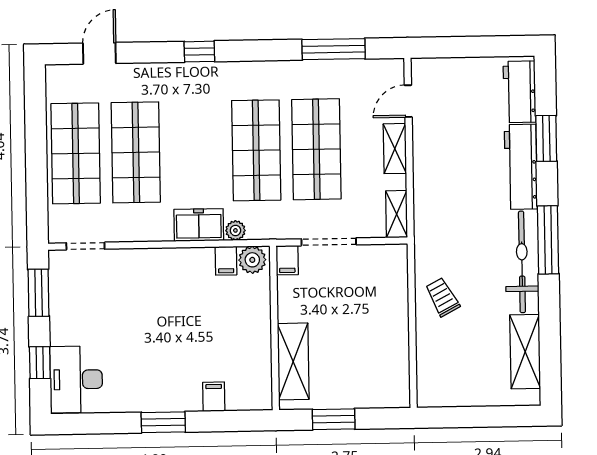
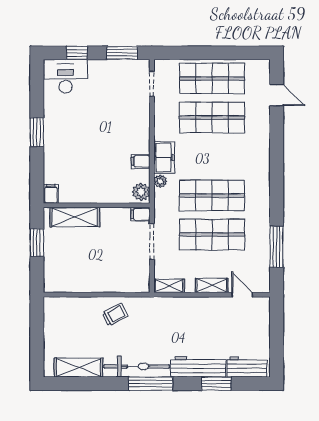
window: (199, 52) -> (277, 160), removed
filing cabinet: (226, 261) -> (141, 161), moved
filing cabinet: (214, 397) -> (51, 194), moved, turned -90

